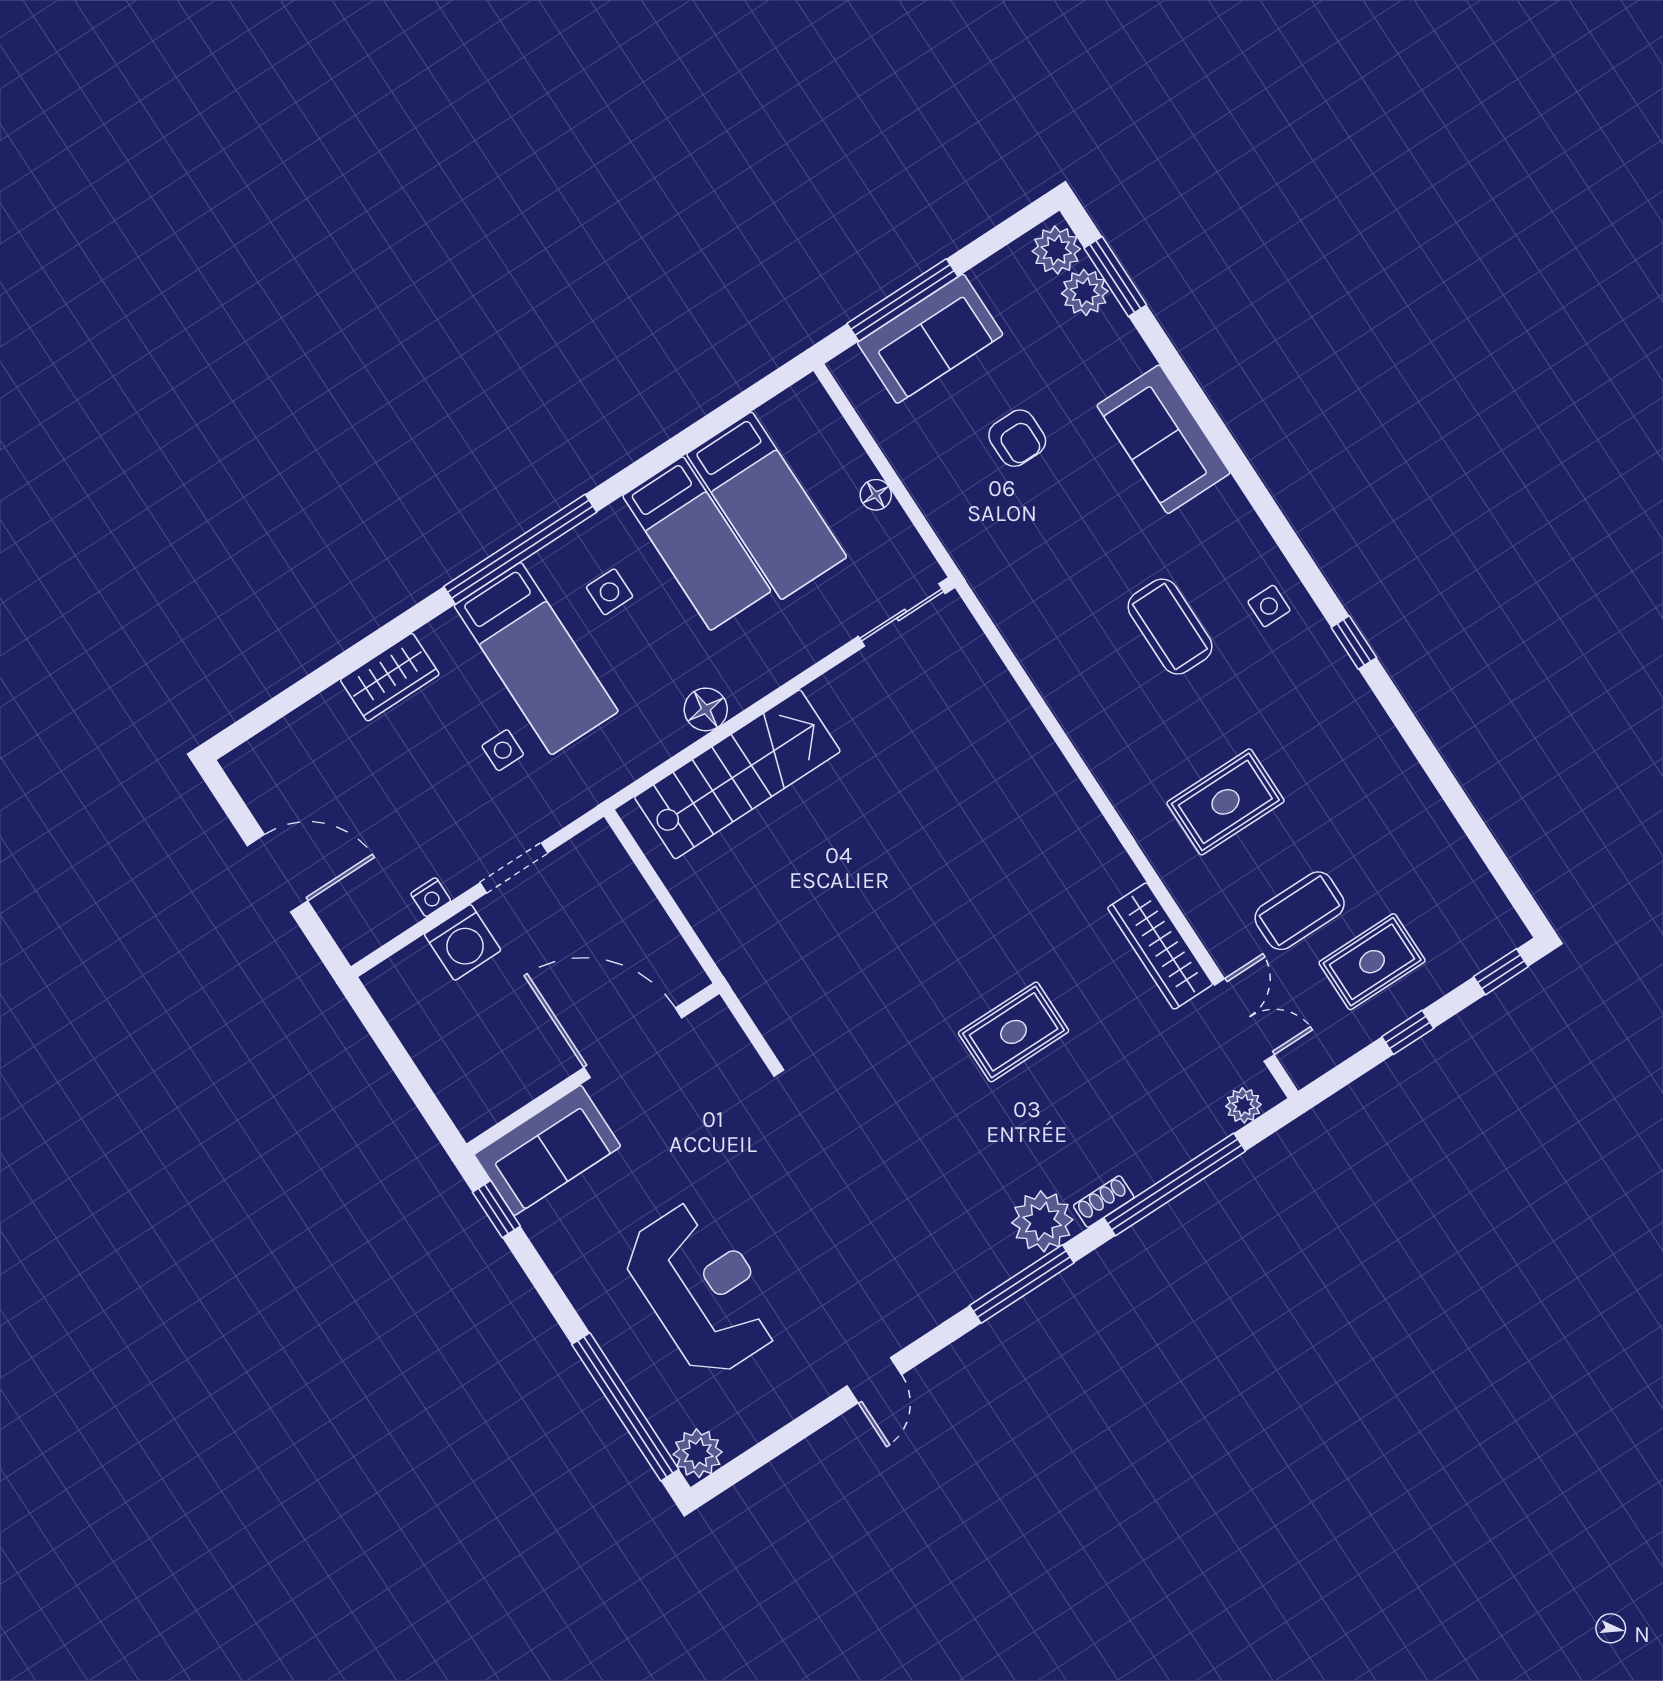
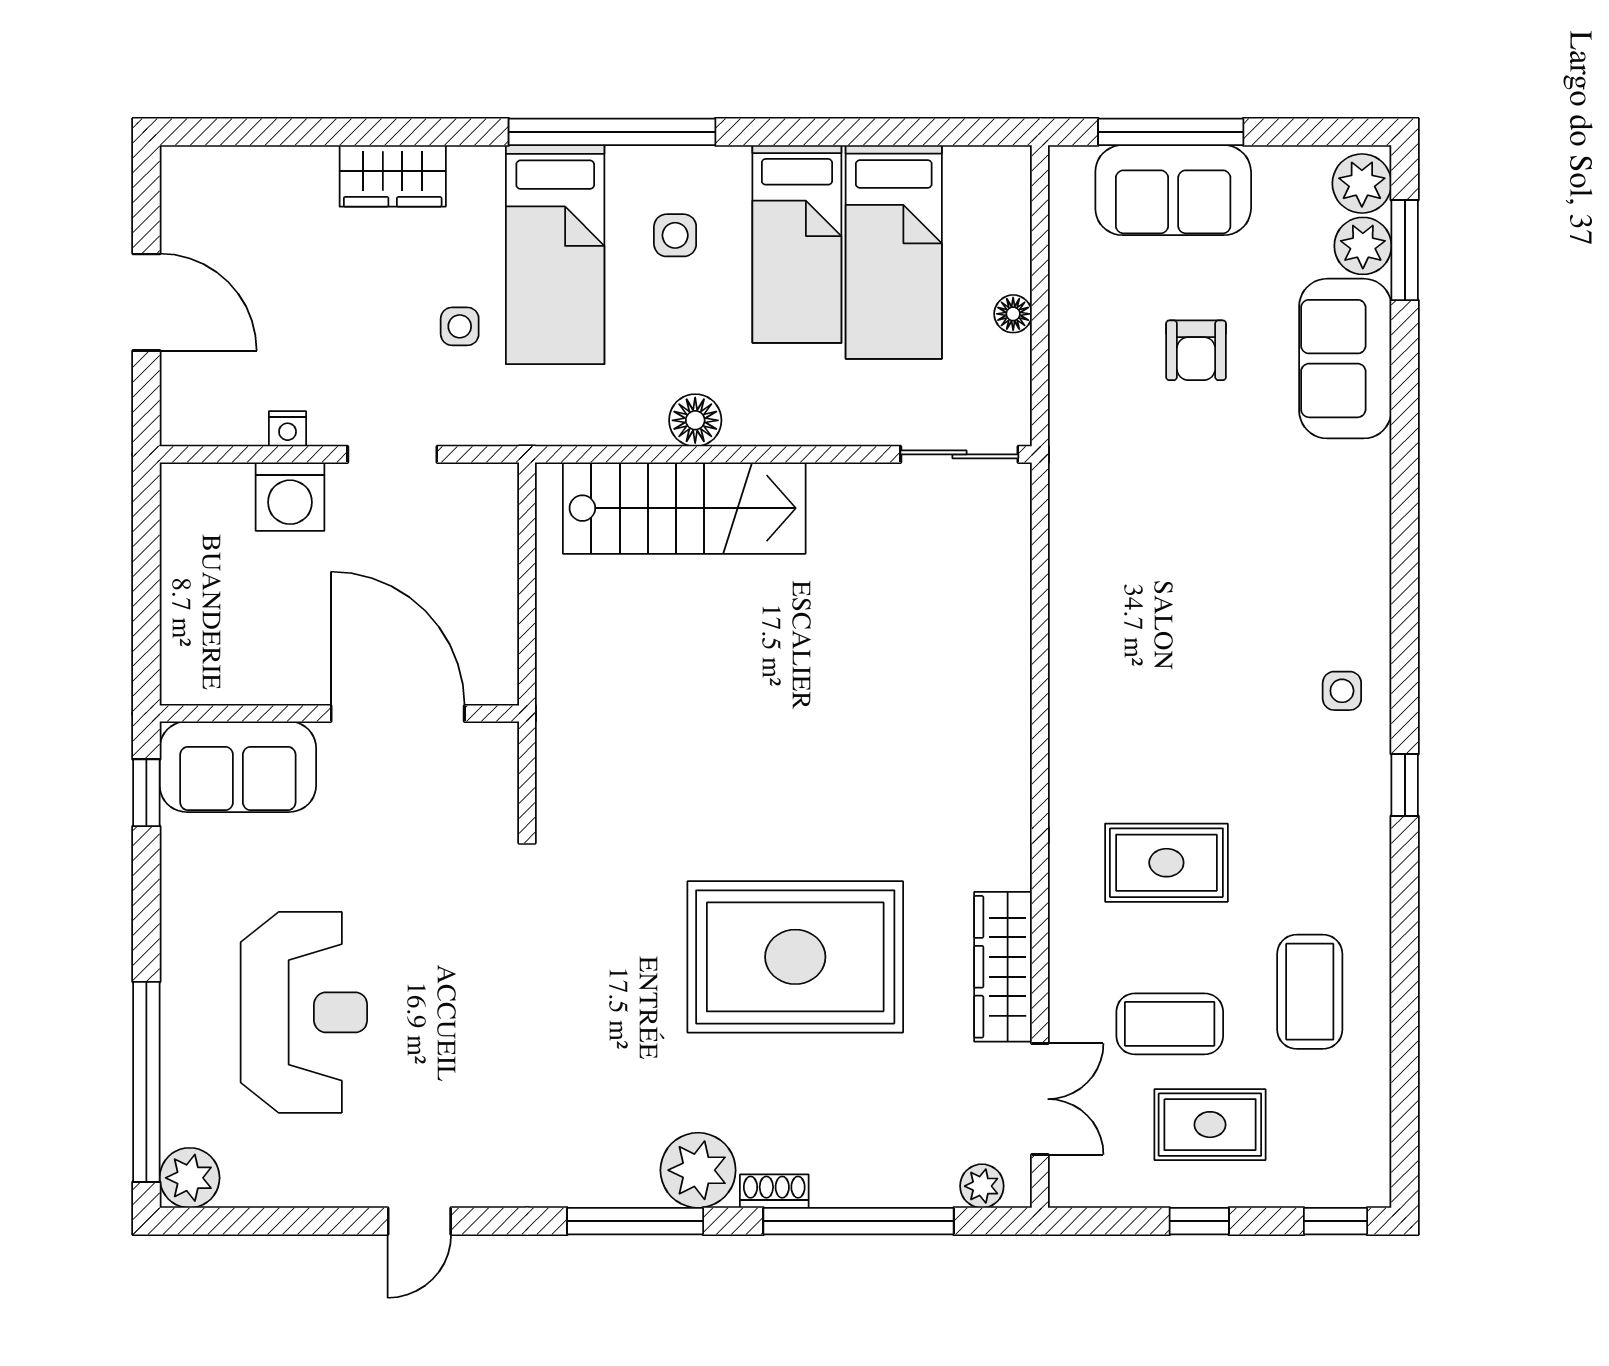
sofa: (1163, 439) -> (1345, 359), moved
coffee table: (1170, 627) -> (1310, 992), moved
rug: (1014, 1032) -> (795, 957), width x1.86, depth x2.06

